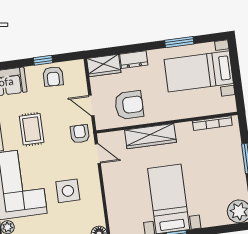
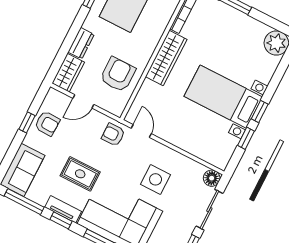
door: (91, 105) -> (83, 101), moved
wardrobe: (150, 136) -> (166, 58), moved
door: (98, 154) -> (141, 131), hinge flipped

